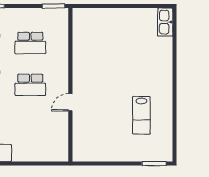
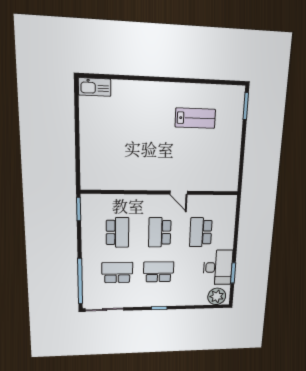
school desk: (30, 85) -> (160, 232), turned 180
school desk: (30, 127) -> (201, 232), added

